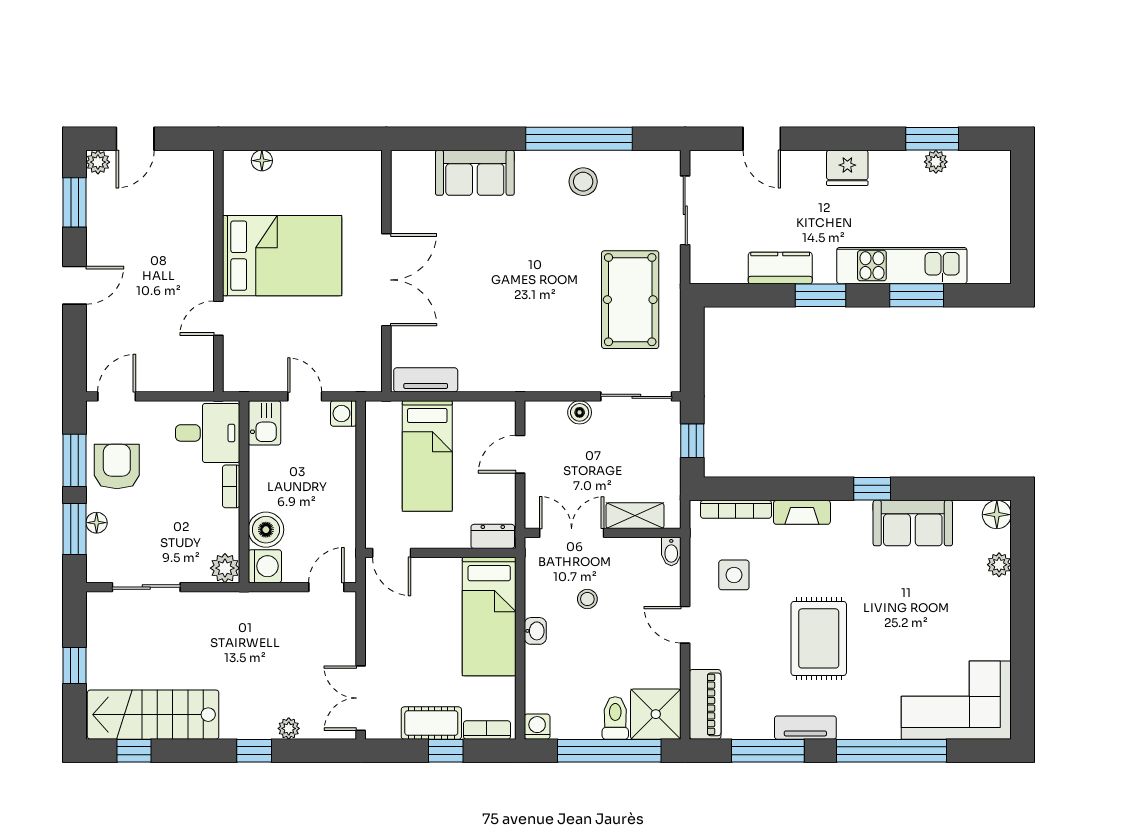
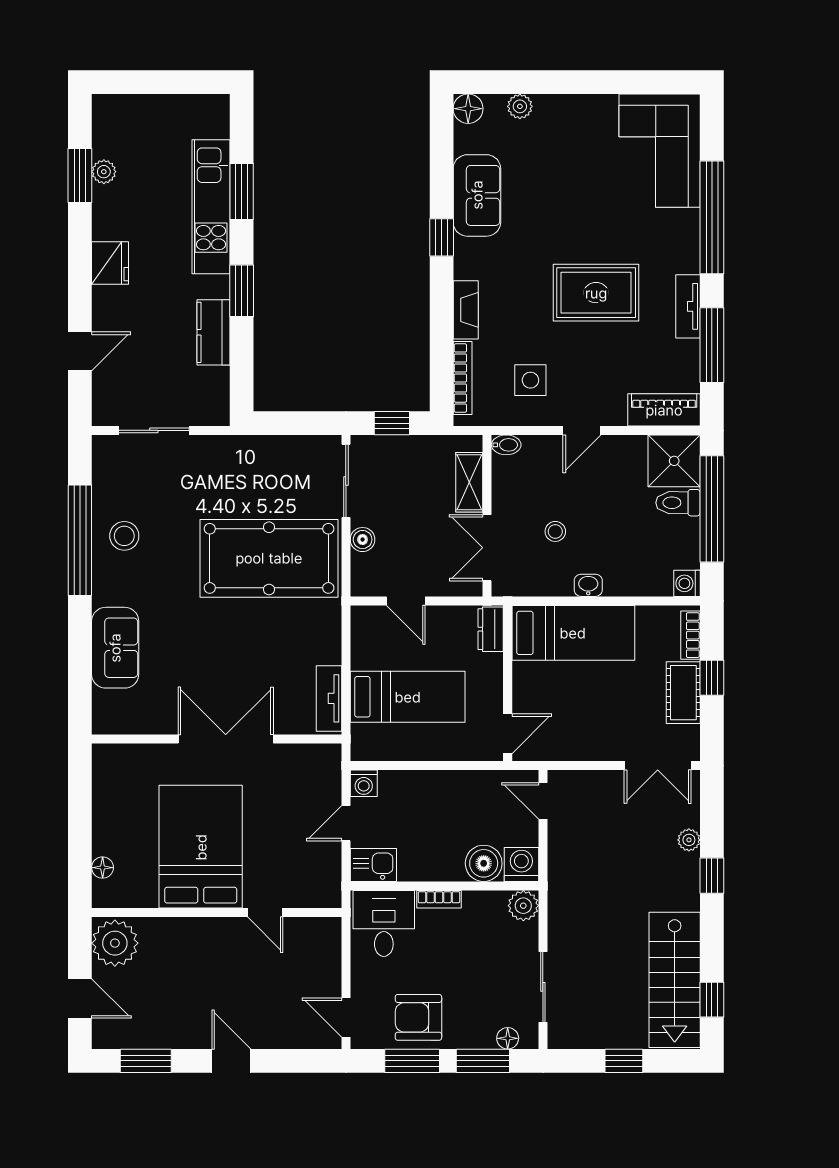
plant: (98, 162) -> (115, 943), moved, width x1.88, depth x1.88
pool table: (630, 300) -> (269, 558), moved, width x1.36, depth x1.32
floor lamp: (97, 523) -> (508, 1038), moved

